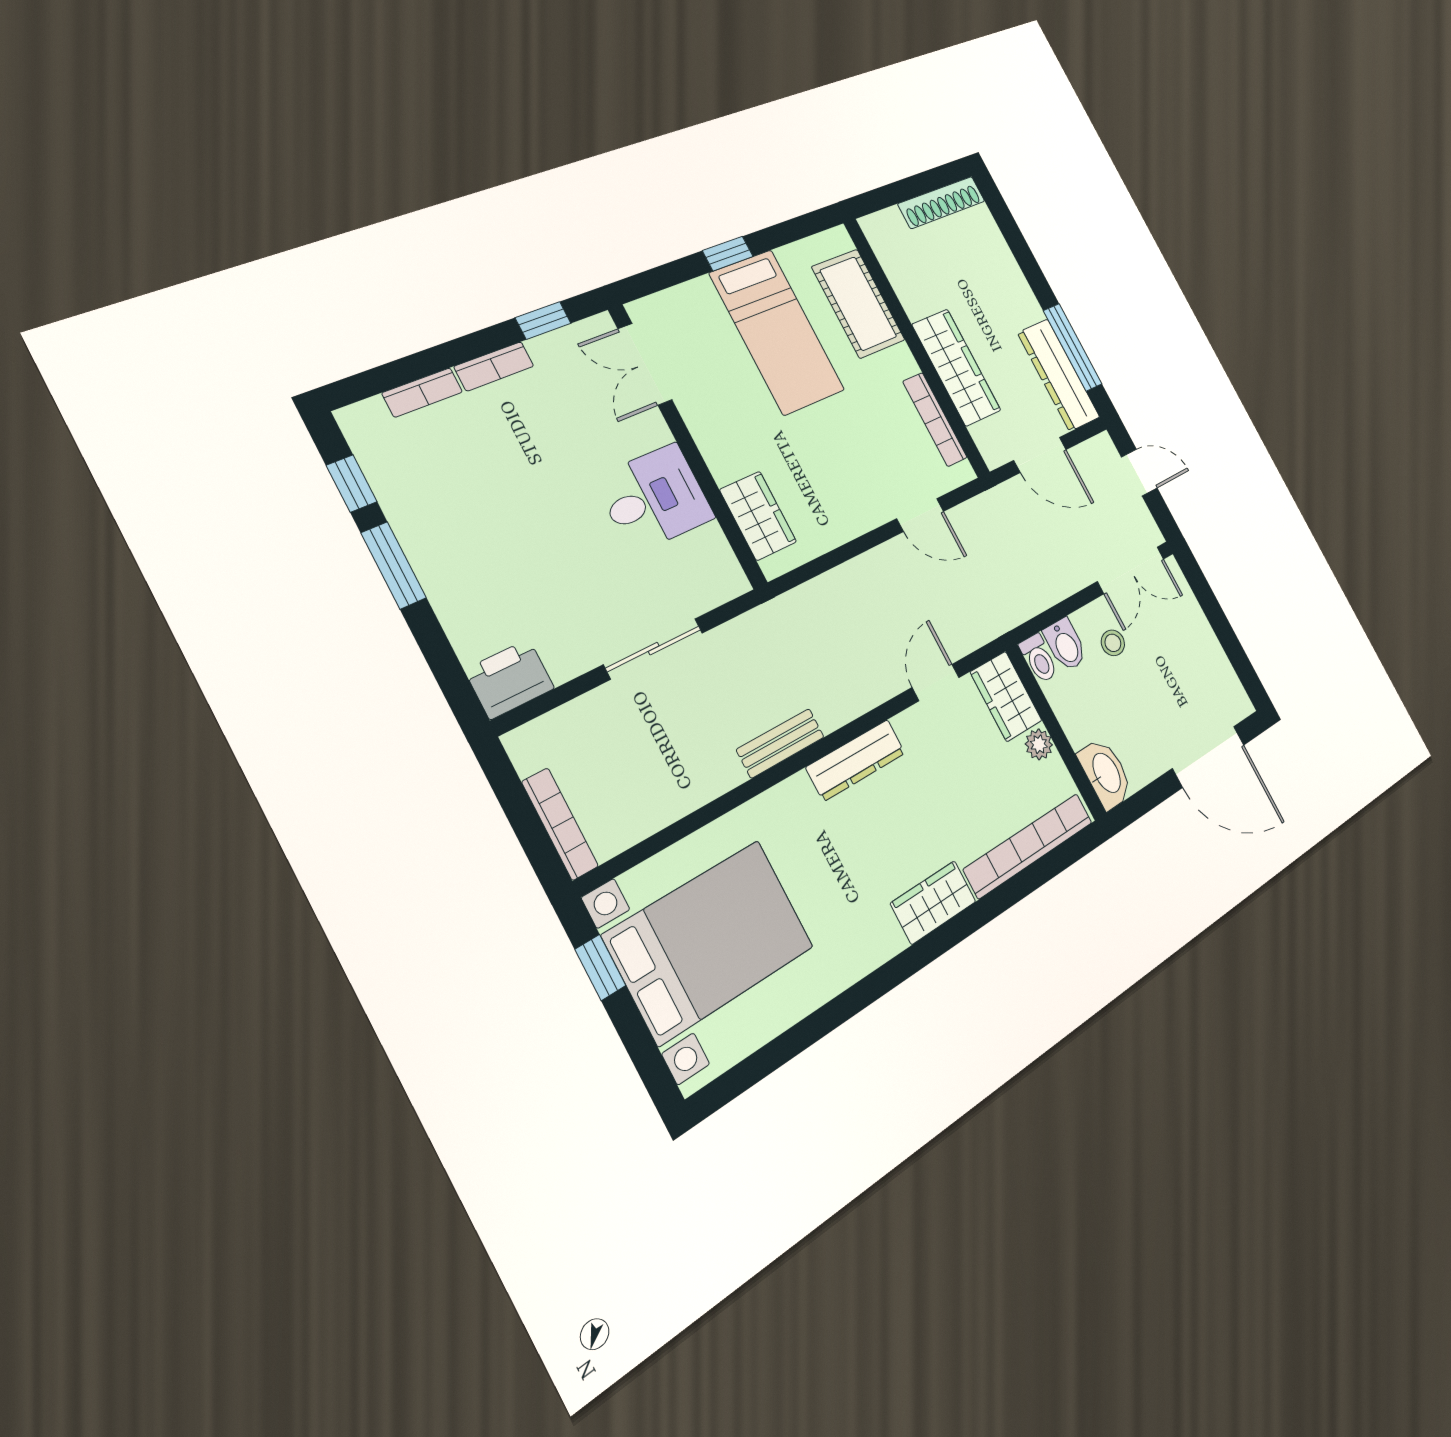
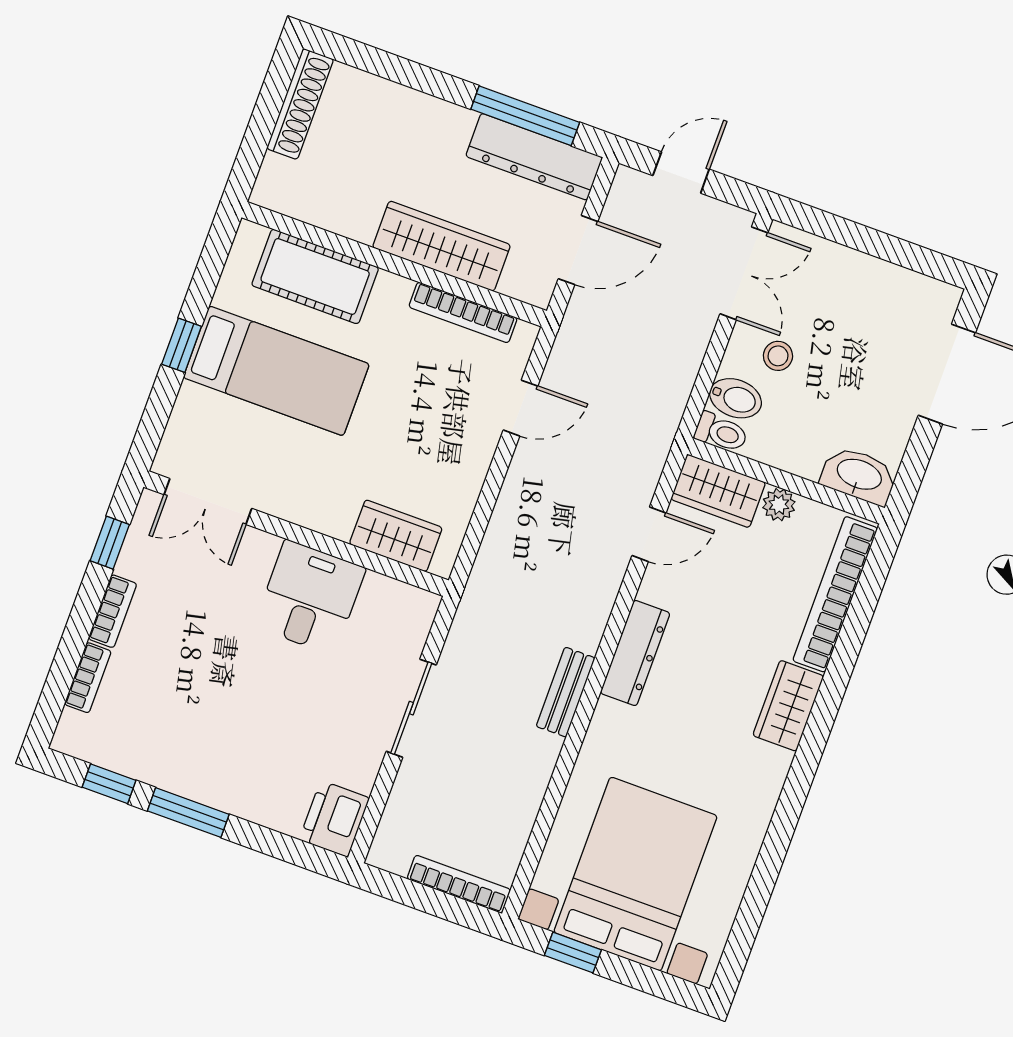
door: (936, 682) -> (649, 534), swing flipped

